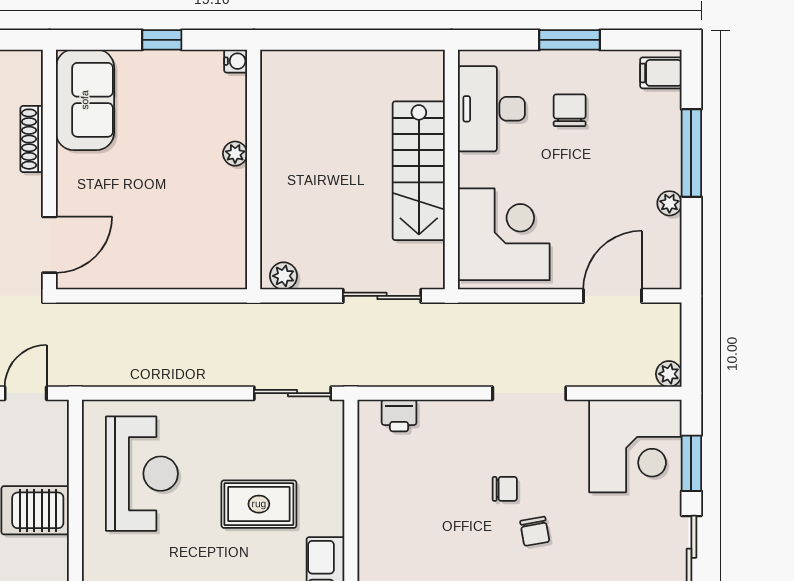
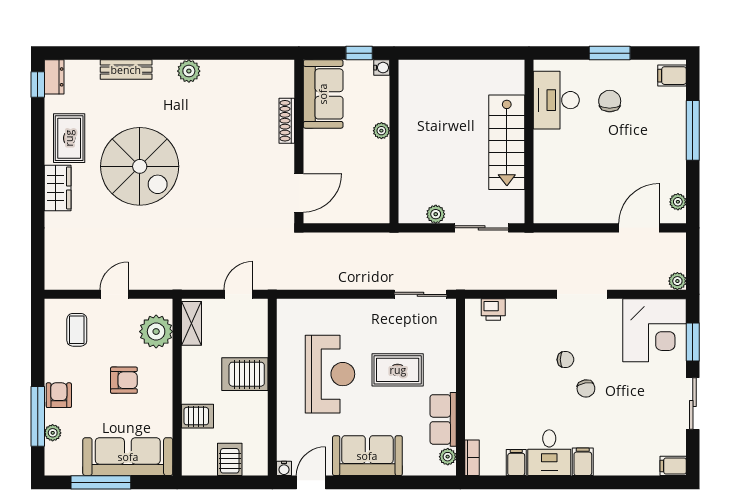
window: (162, 40) -> (359, 53), moved
sofa: (85, 100) -> (323, 94), moved
shoe rack: (32, 139) -> (287, 121), moved
wall: (49, 170) -> (299, 142), moved
plant: (669, 203) -> (678, 202), moved
corner desk: (504, 234) -> (565, 186), removed
door: (49, 245) -> (299, 193), moved
plant: (284, 276) -> (436, 214), moved
reception desk: (142, 474) -> (330, 374), moved

